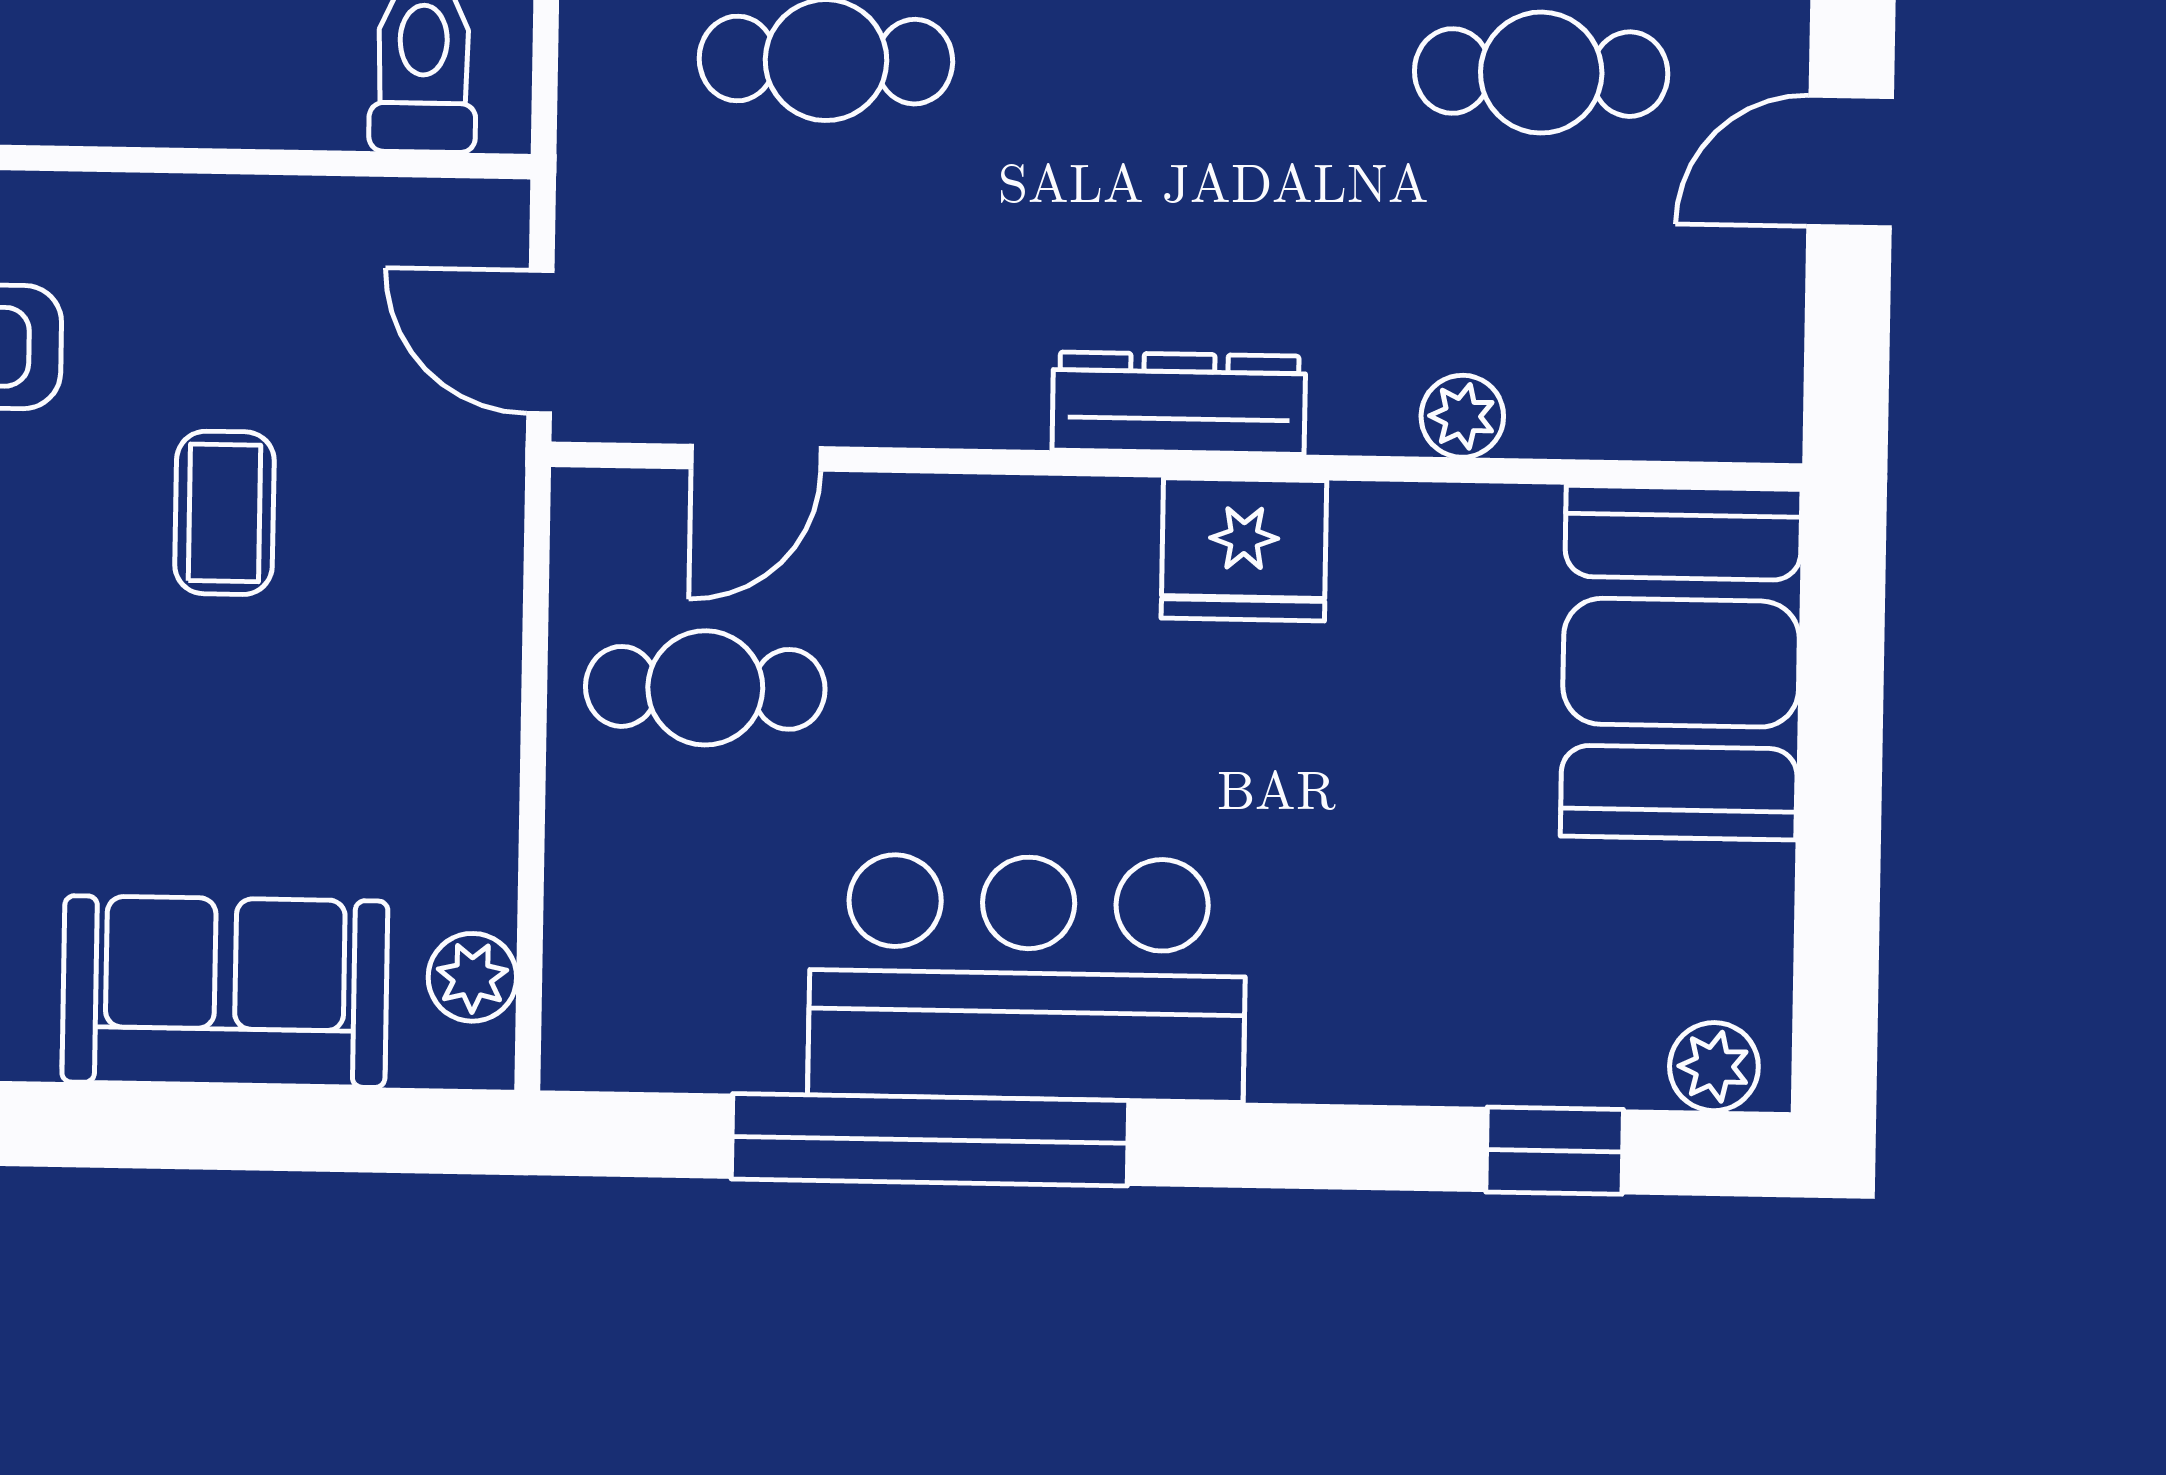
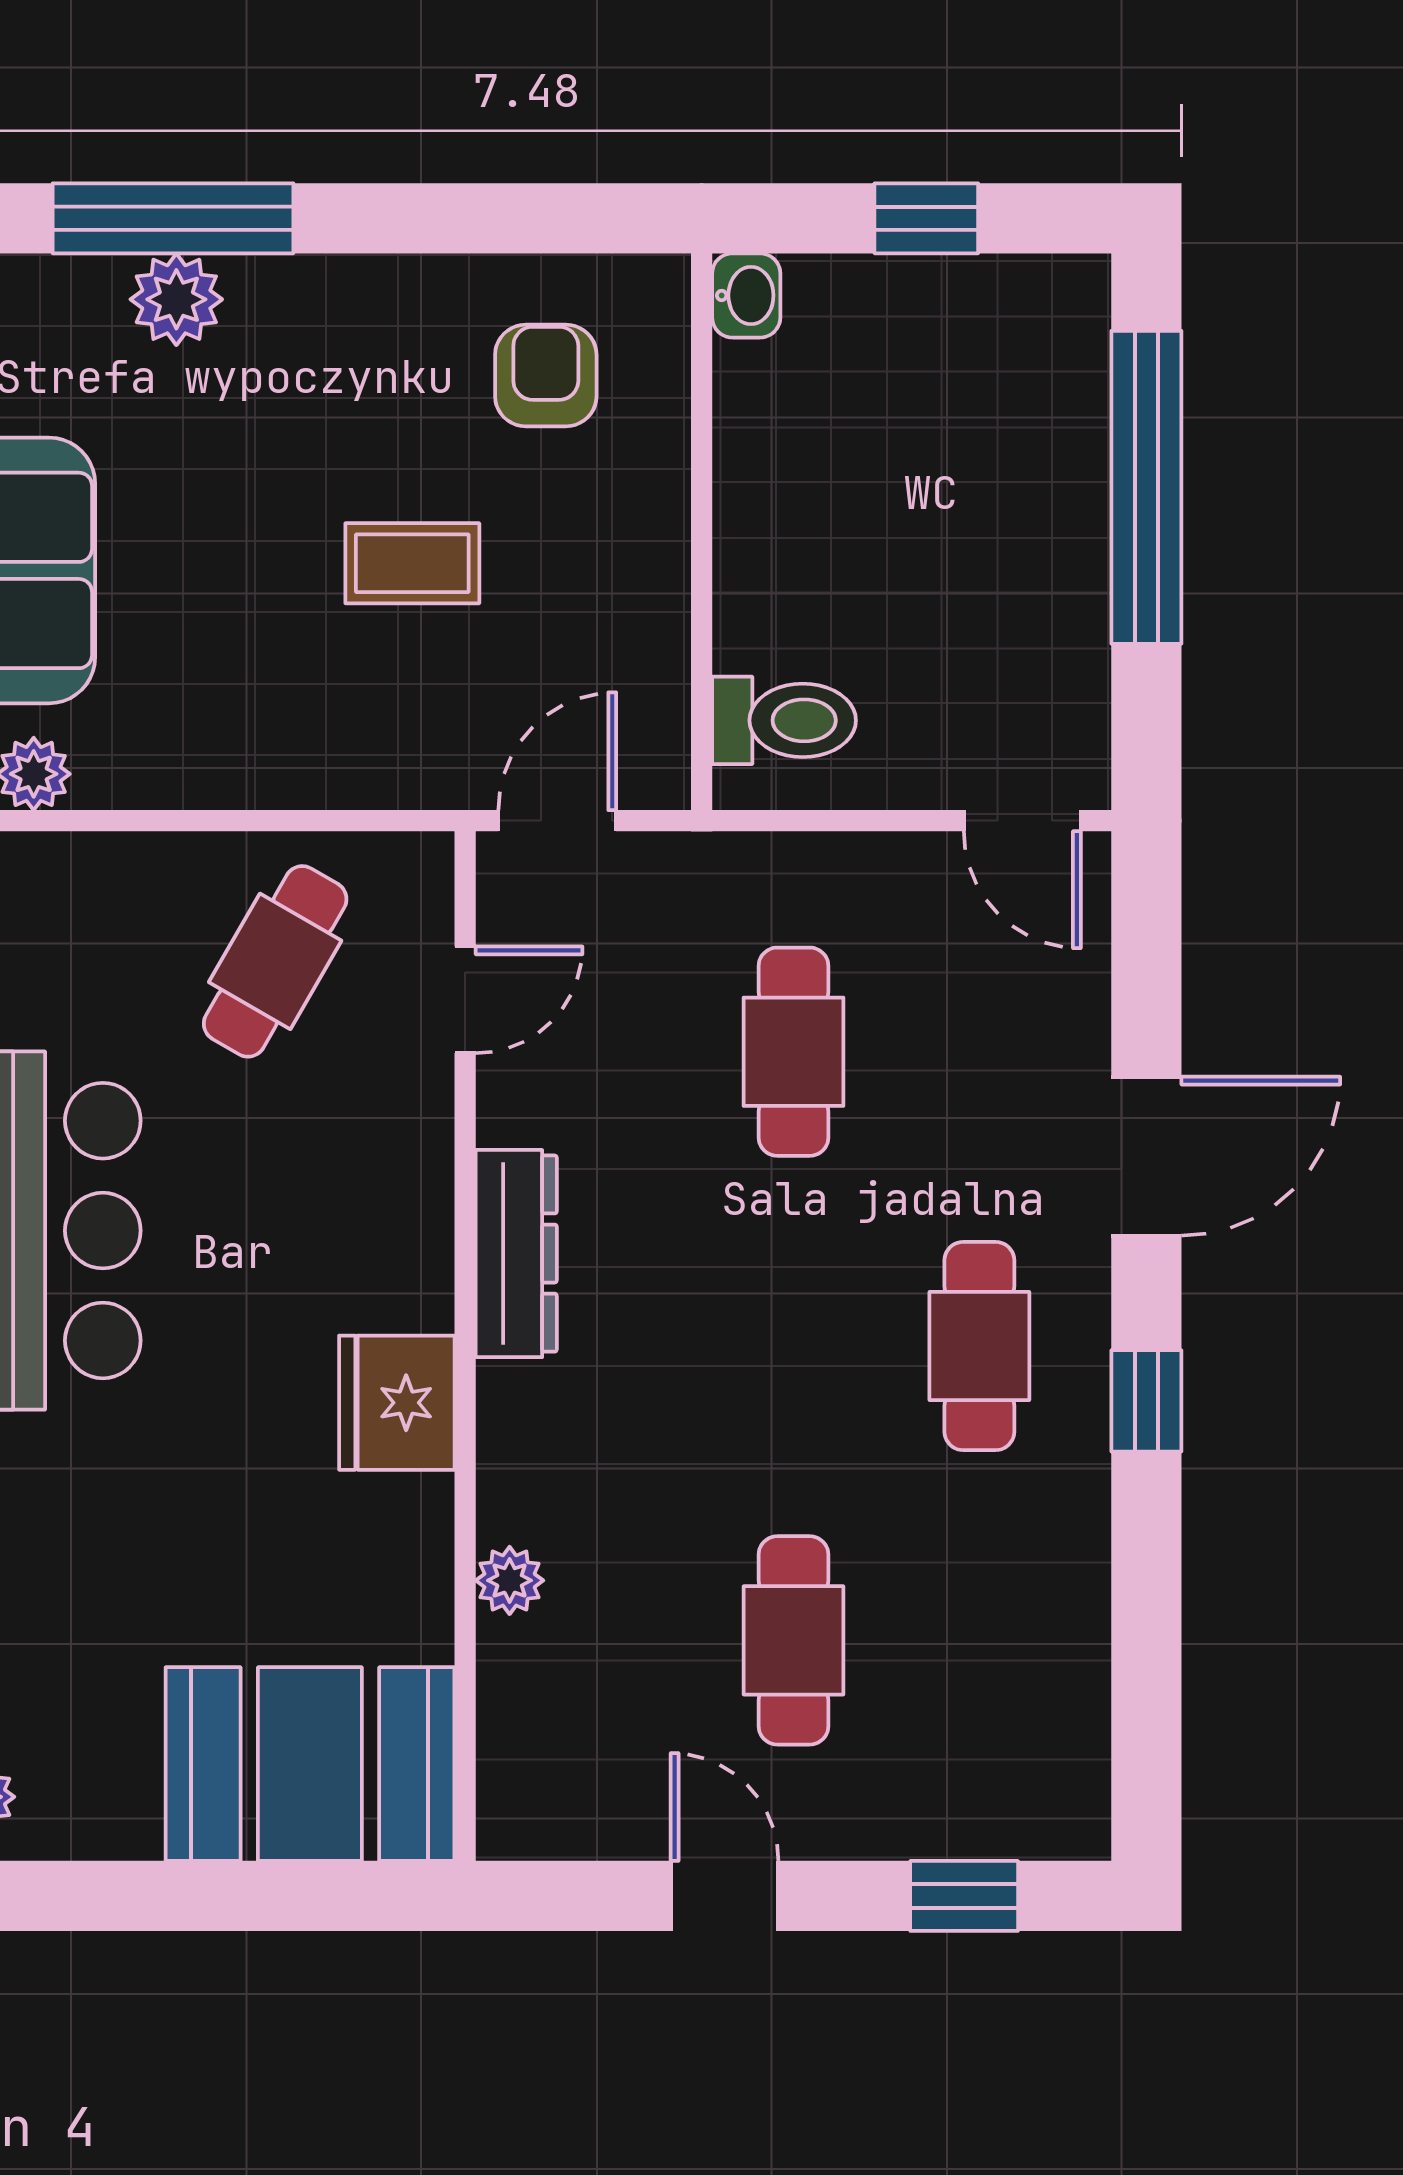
dresser: (1179, 403) -> (516, 1254), moved
door: (756, 458) -> (465, 1000), swing flipped
cafe table: (705, 688) -> (275, 961), turned 30

